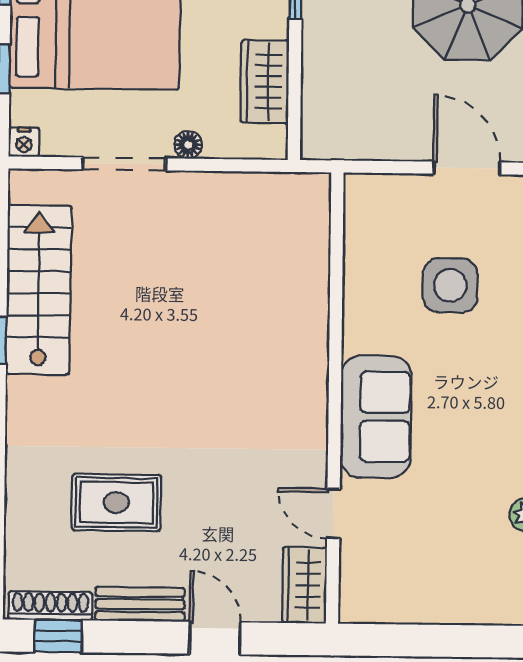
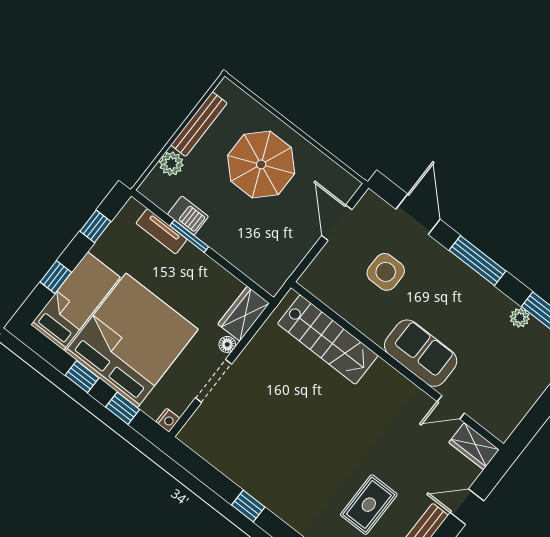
wardrobe: (265, 81) -> (244, 314), moved, turned 90
door: (467, 168) -> (337, 223), hinge flipped
stairs: (39, 290) -> (328, 340), moved, turned 180

